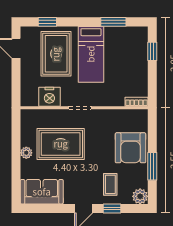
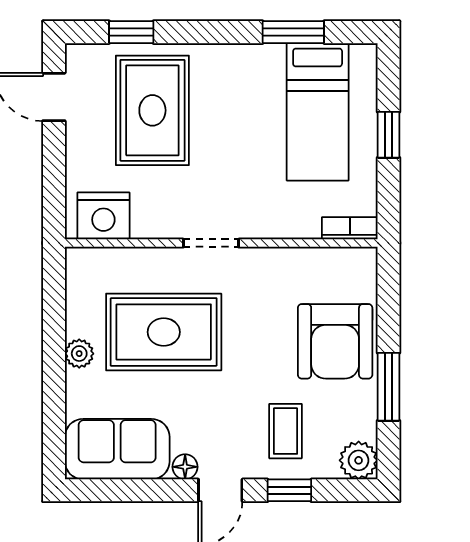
window: (152, 51) -> (389, 135), moved
bed: (91, 54) -> (318, 112), moved
nightstand: (49, 97) -> (103, 216), moved
floor lamp: (69, 199) -> (185, 467), added

